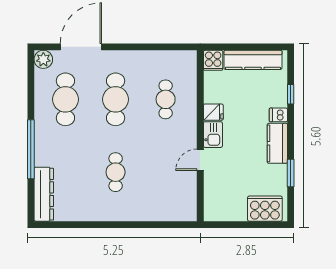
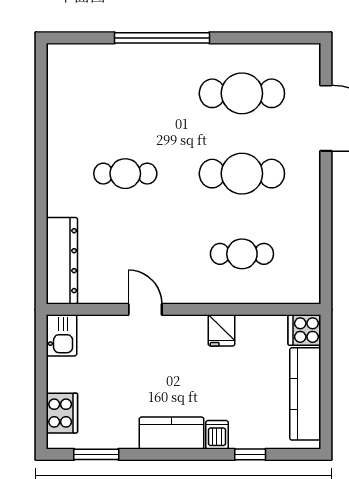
plant: (43, 59) -> (306, 58), removed
kitchen sink: (213, 135) -> (62, 335), moved, turned -90
window: (291, 173) -> (96, 454), moved
dresser: (44, 194) -> (62, 261), moved, turned -90
cooker: (265, 209) -> (62, 413), width x0.73, depth x0.76

